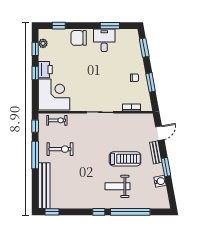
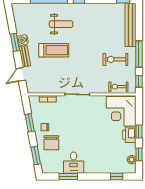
chair: (79, 38) -> (51, 143), moved, turned 90
treadmill: (125, 159) -> (54, 50), turned 180
water cooler: (160, 181) -> (23, 40), moved

